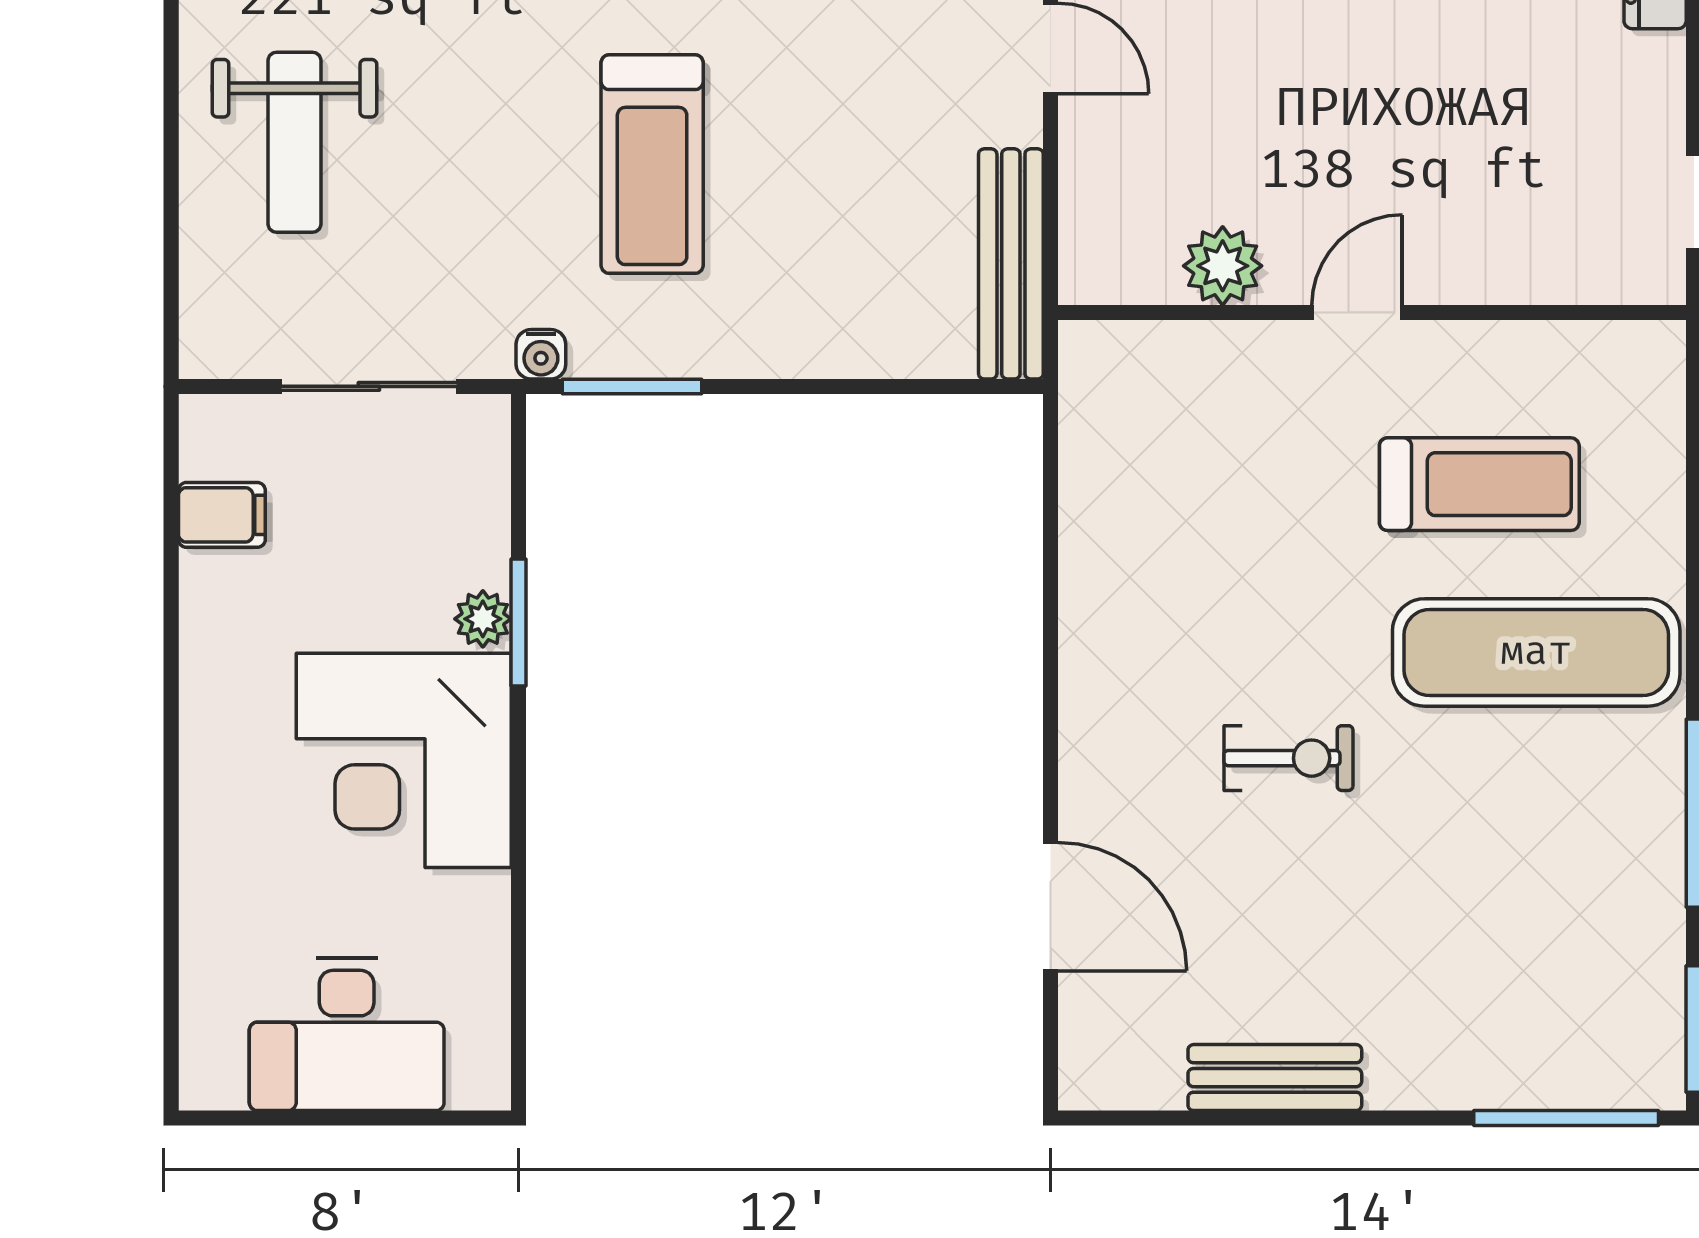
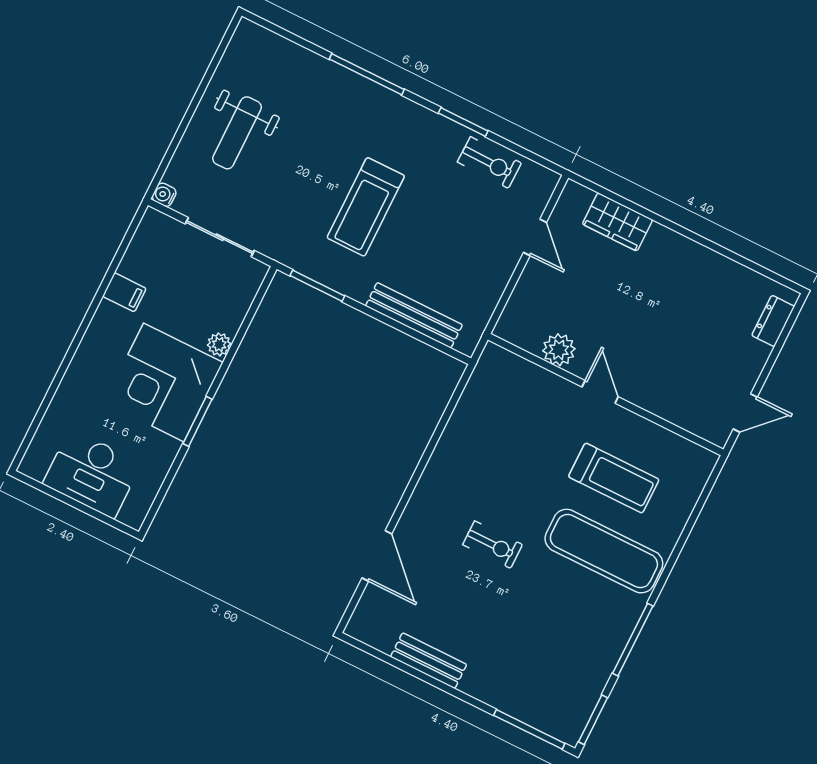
bench: (1011, 264) -> (414, 315), moved, turned 90
door: (1357, 313) -> (600, 392), hinge flipped
water cooler: (541, 354) -> (164, 195), moved, turned 90
filing cabinet: (222, 515) -> (124, 292), moved
window: (518, 623) -> (197, 421), moved

